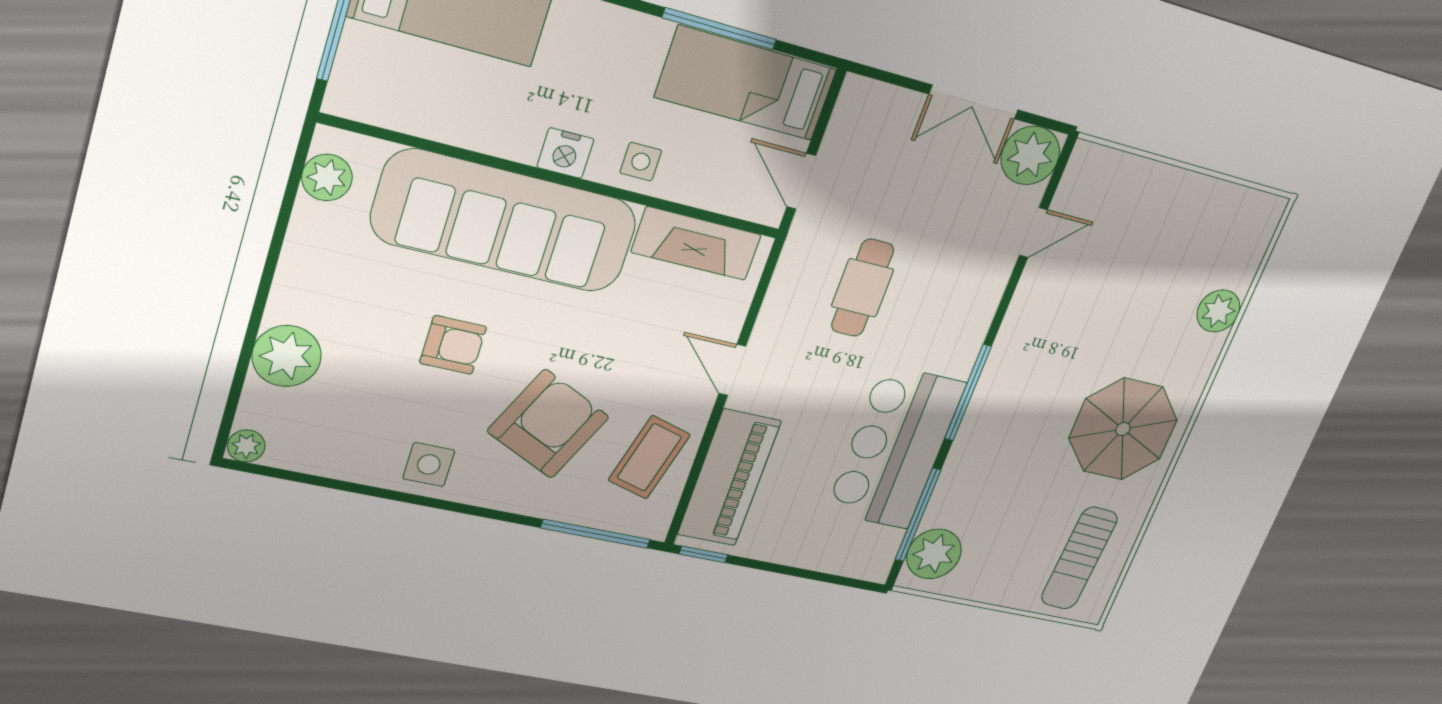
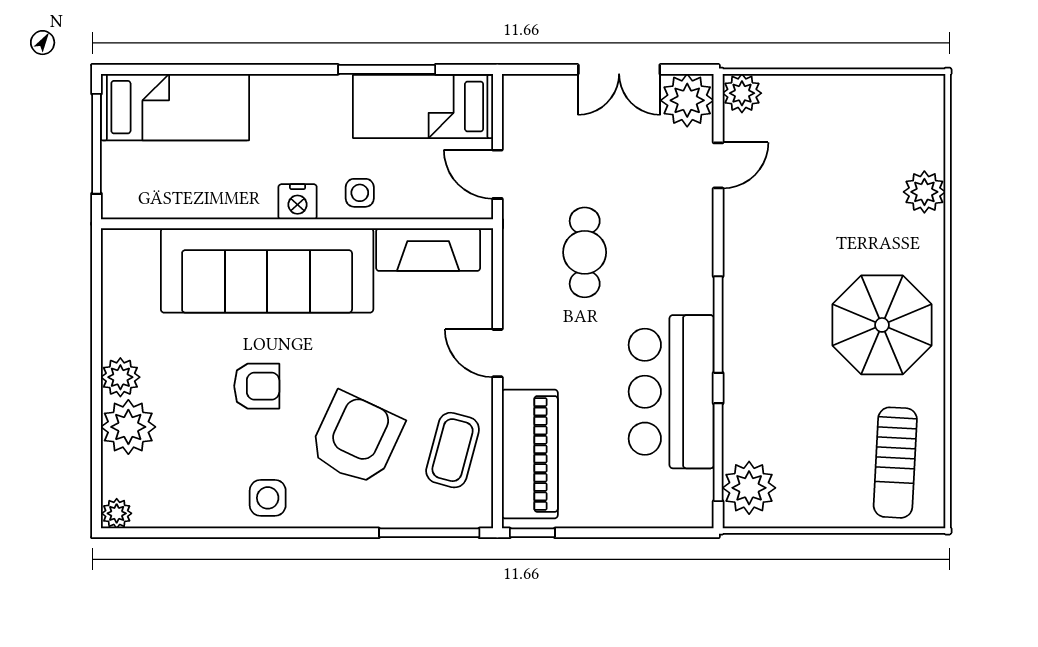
plant: (1088, 163) -> (742, 93), added
plant: (327, 177) -> (120, 377), moved

